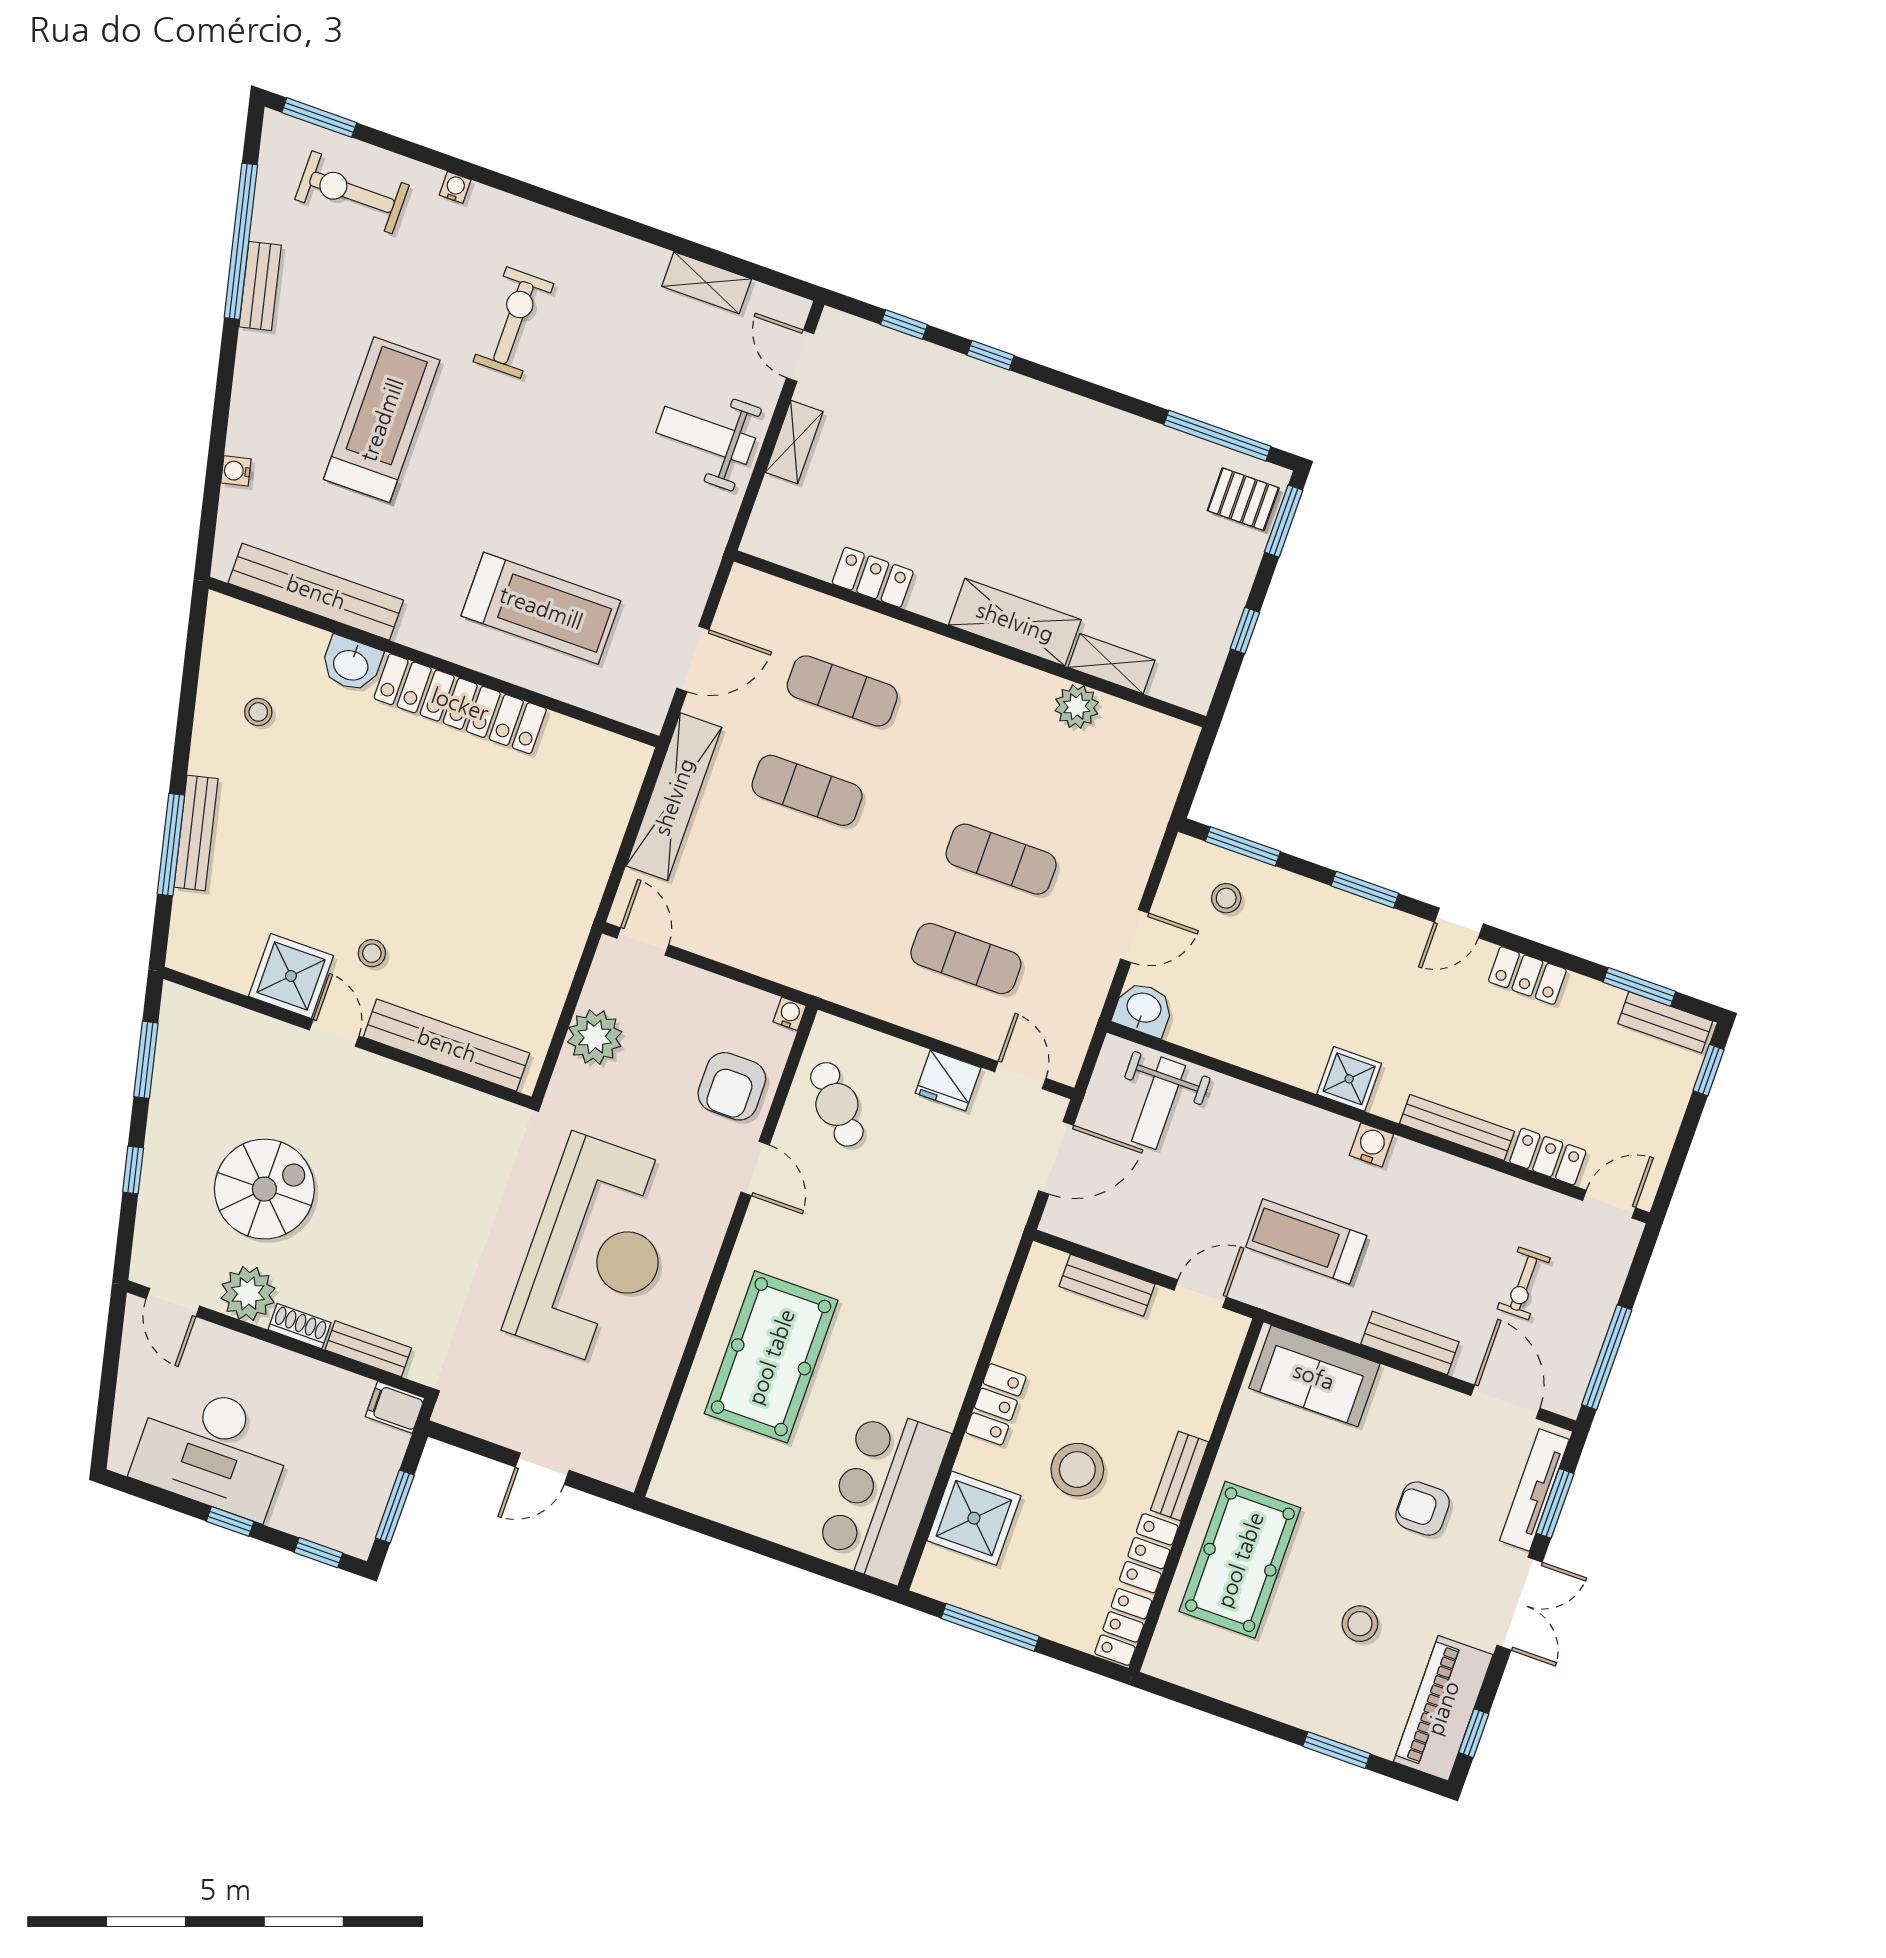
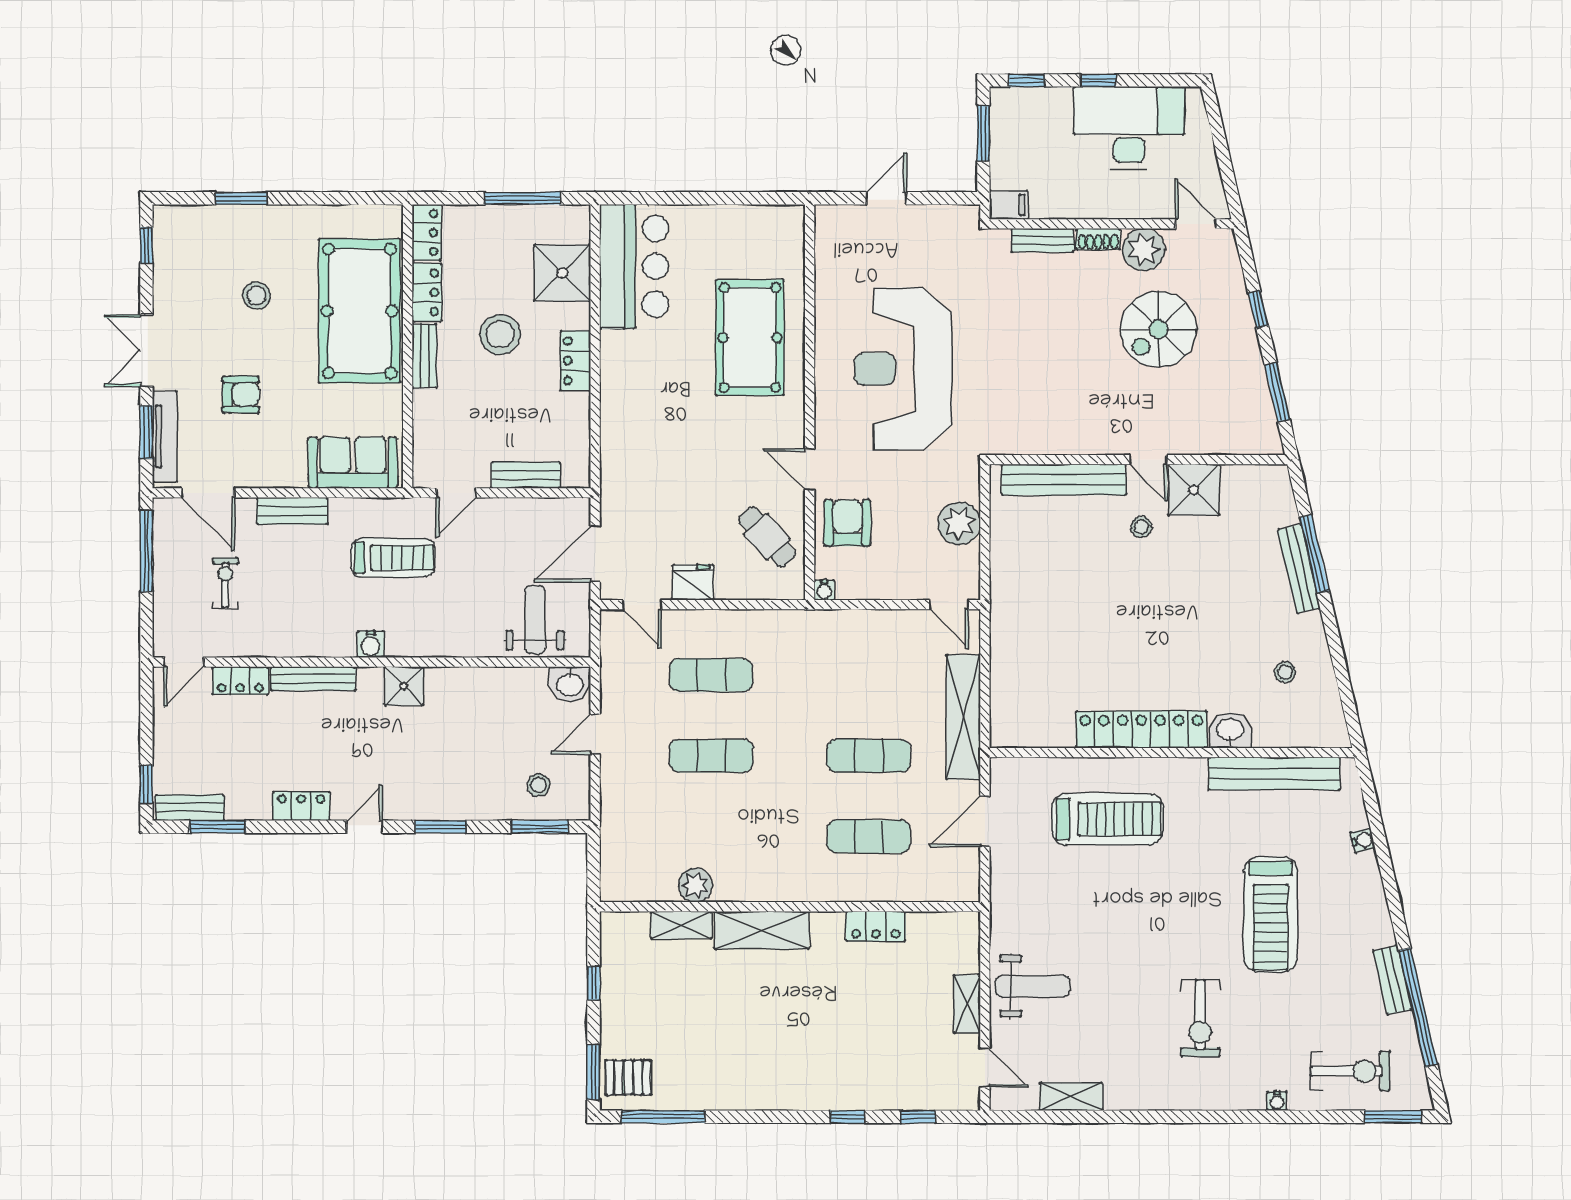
treadmill: (541, 608) -> (1107, 819), turned 180
pool table: (1240, 1560) -> (360, 311), width x1.36, depth x1.32
piano: (1443, 1708) -> (175, 256), removed

